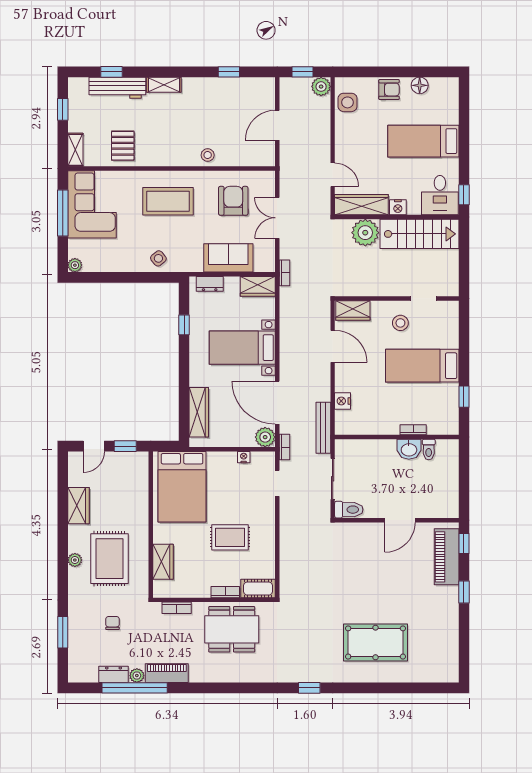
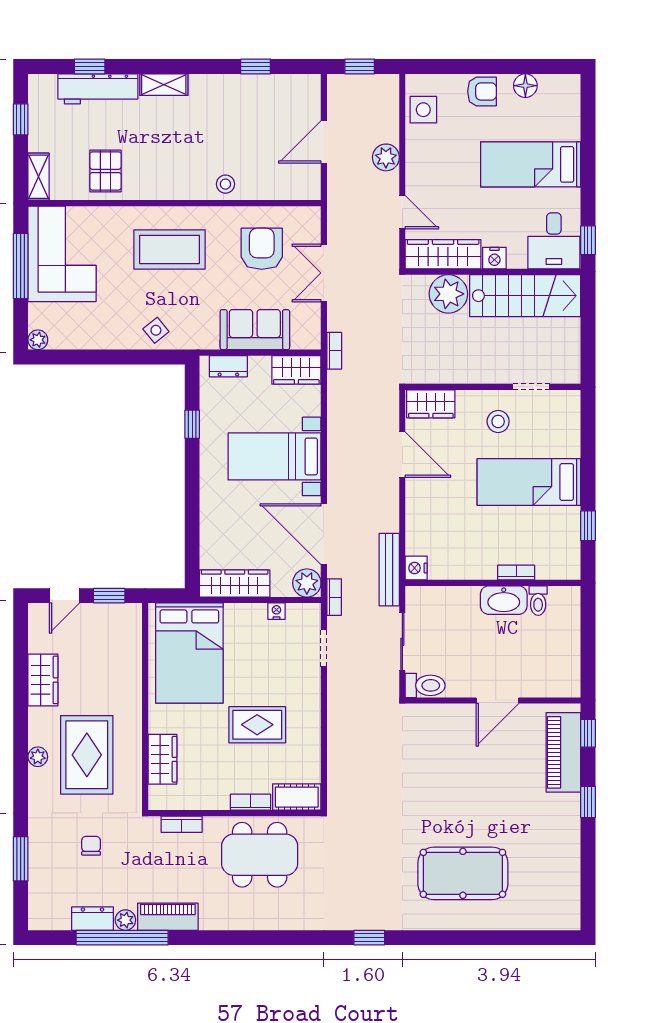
plant: (321, 87) -> (386, 157), moved
nightstand: (343, 401) -> (416, 568), moved
wardrobe: (199, 412) -> (235, 583), moved, turned -90
washbasin: (409, 449) -> (504, 600), width x1.38

